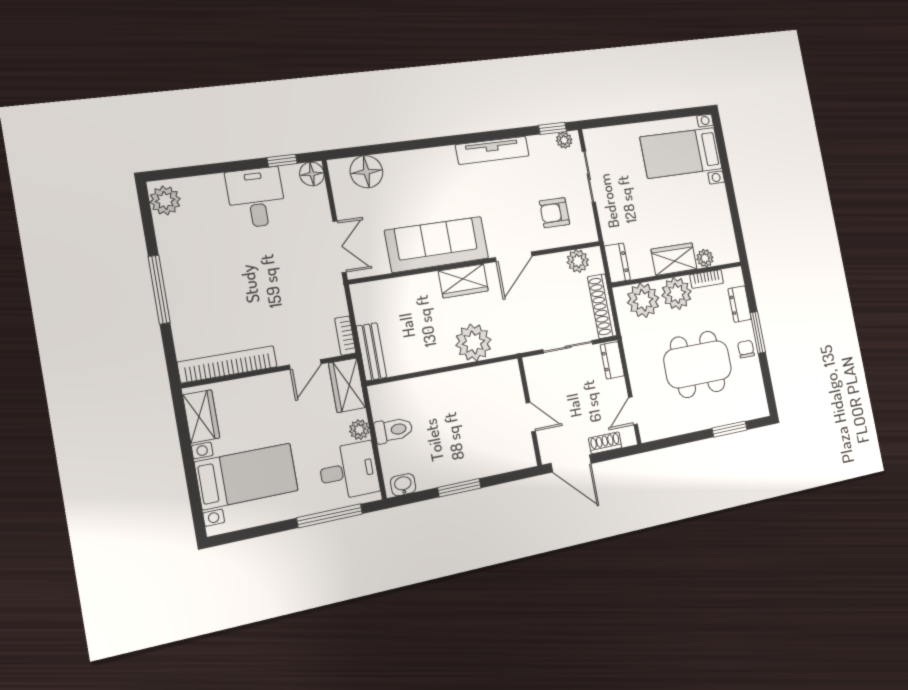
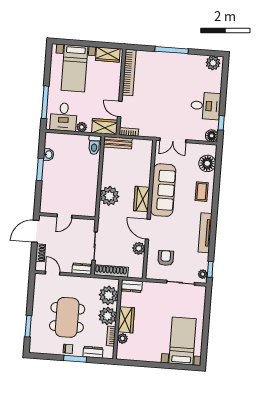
coffee table: (421, 172) -> (202, 192), added
plant: (578, 261) -> (139, 248), moved
toilet: (394, 430) -> (94, 145), moved
washbasin: (403, 485) -> (48, 155), moved

